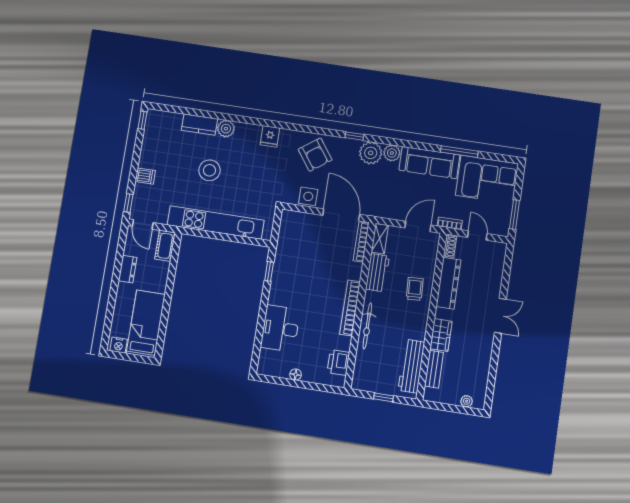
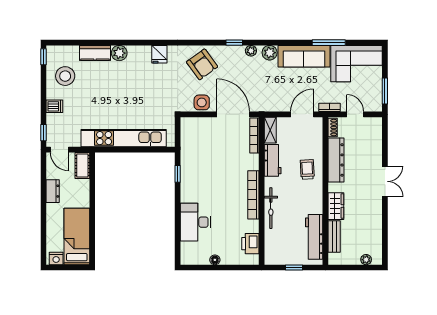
plant: (371, 153) -> (251, 51), width x0.53, depth x0.53
stool: (210, 170) -> (65, 76), moved

